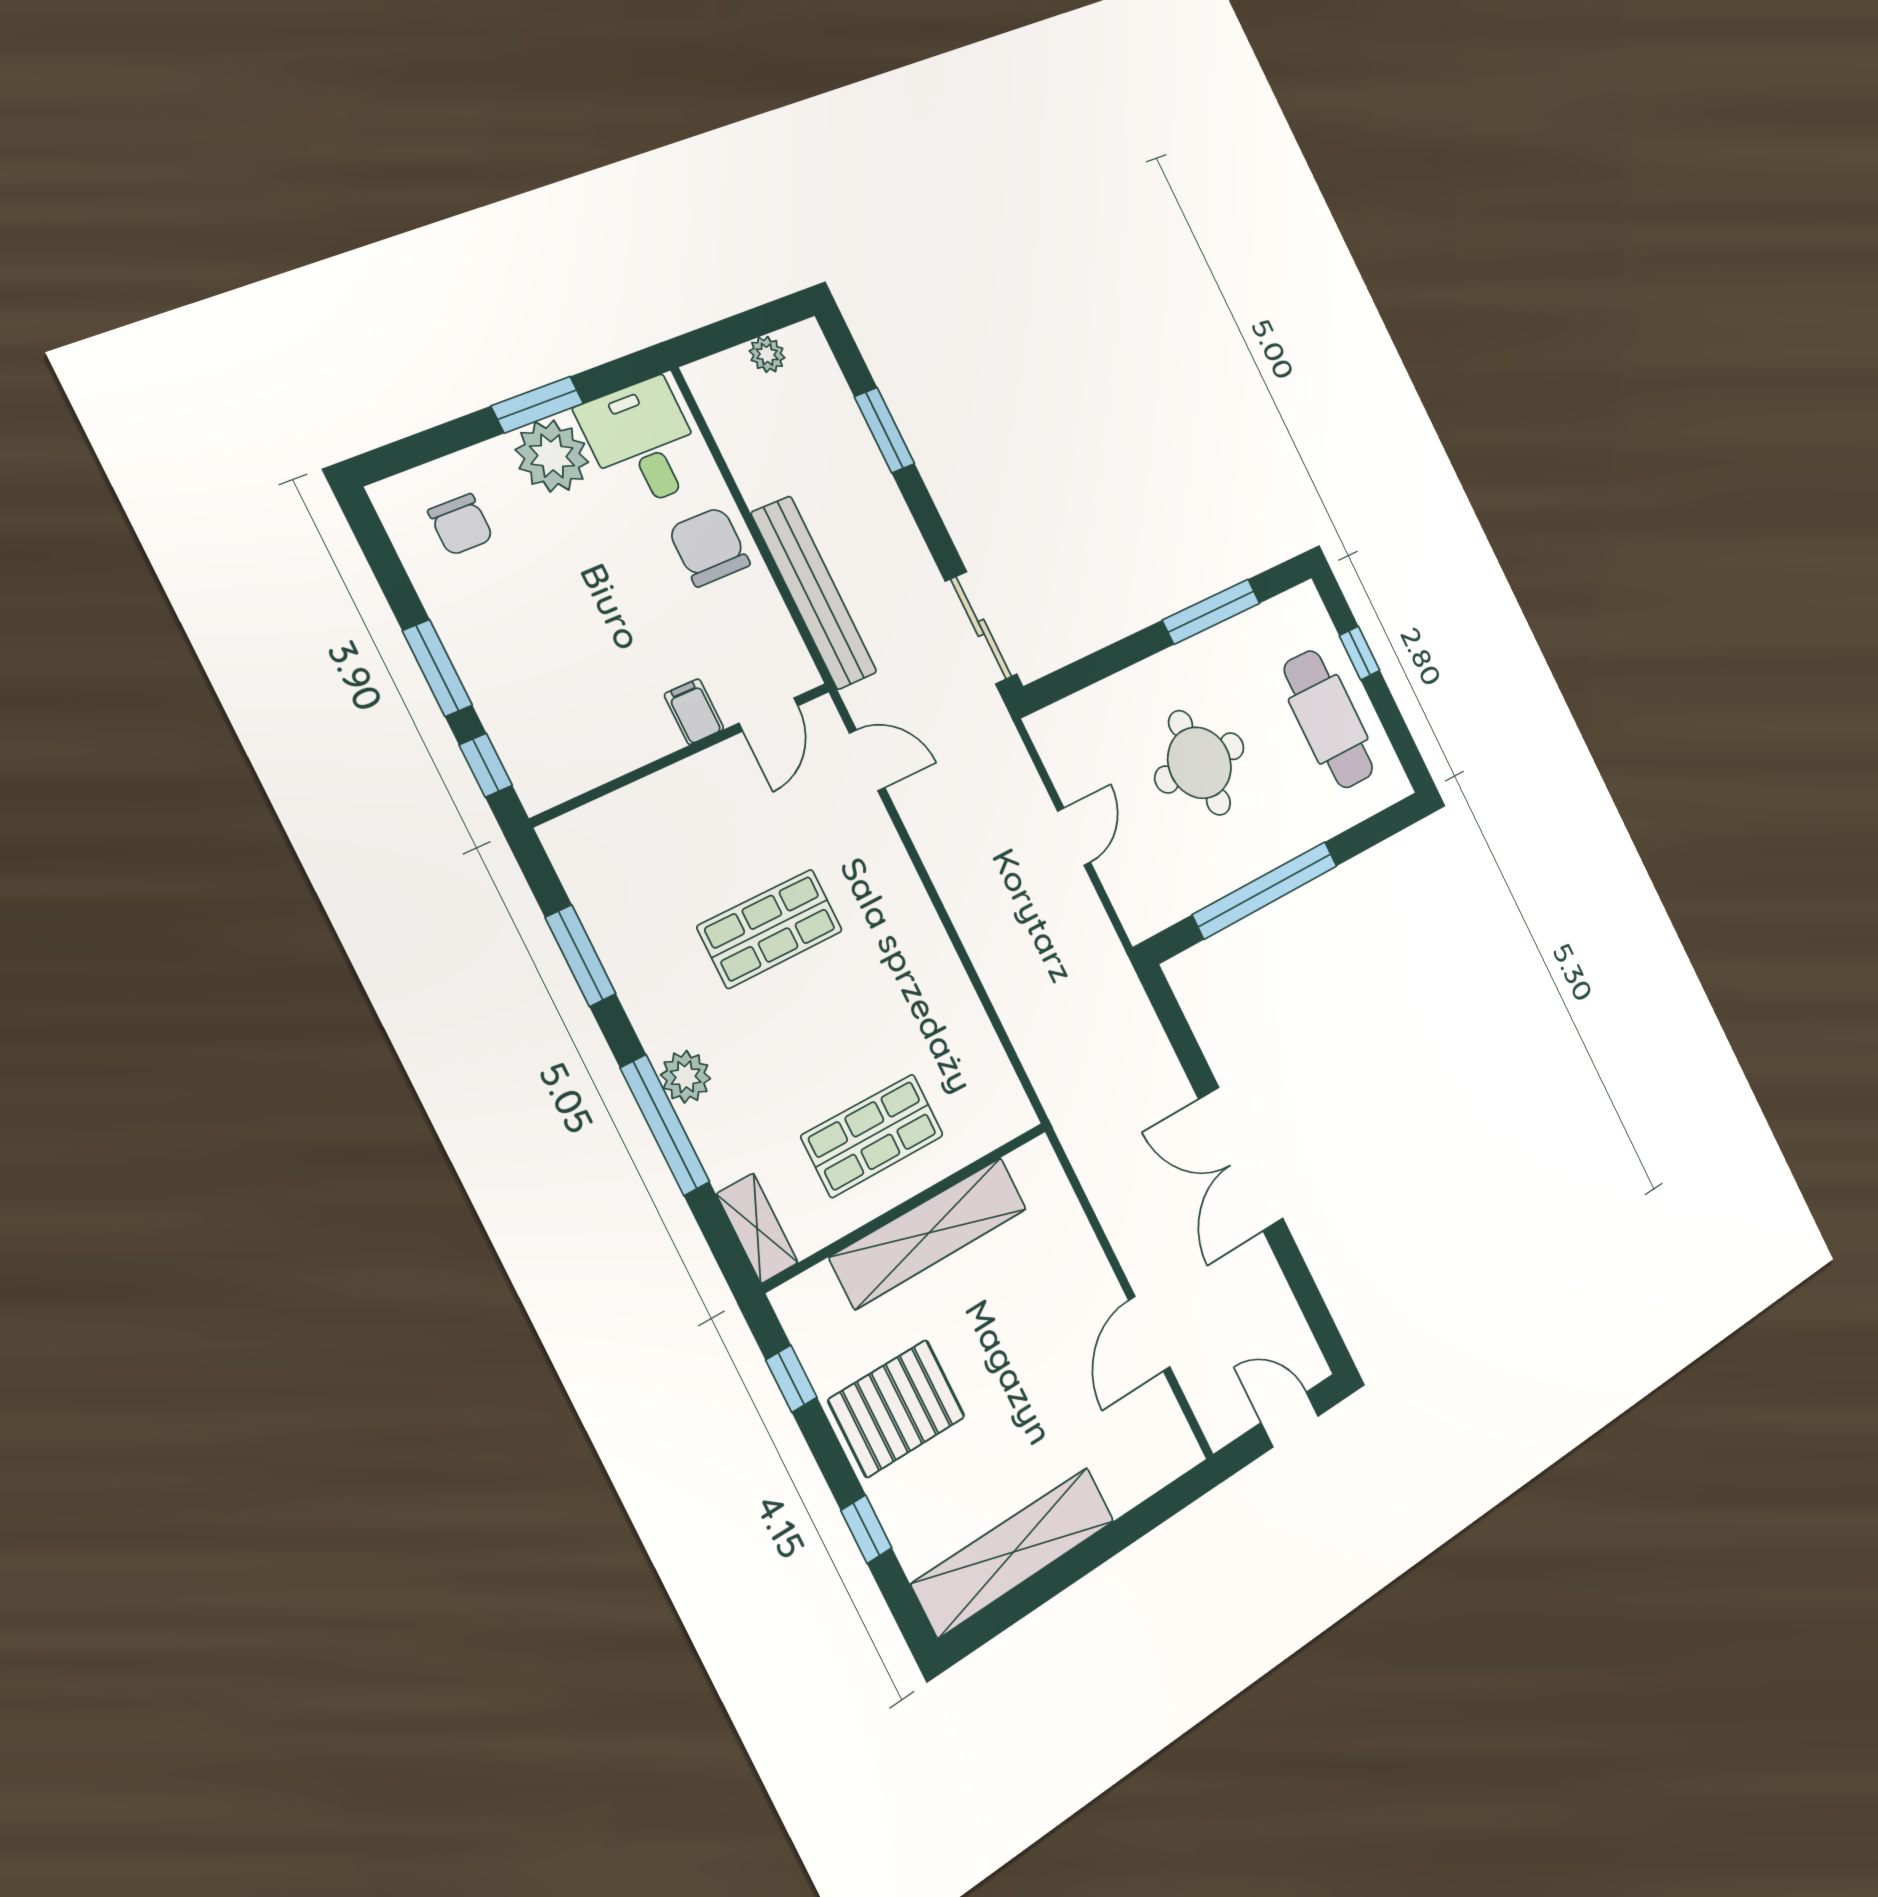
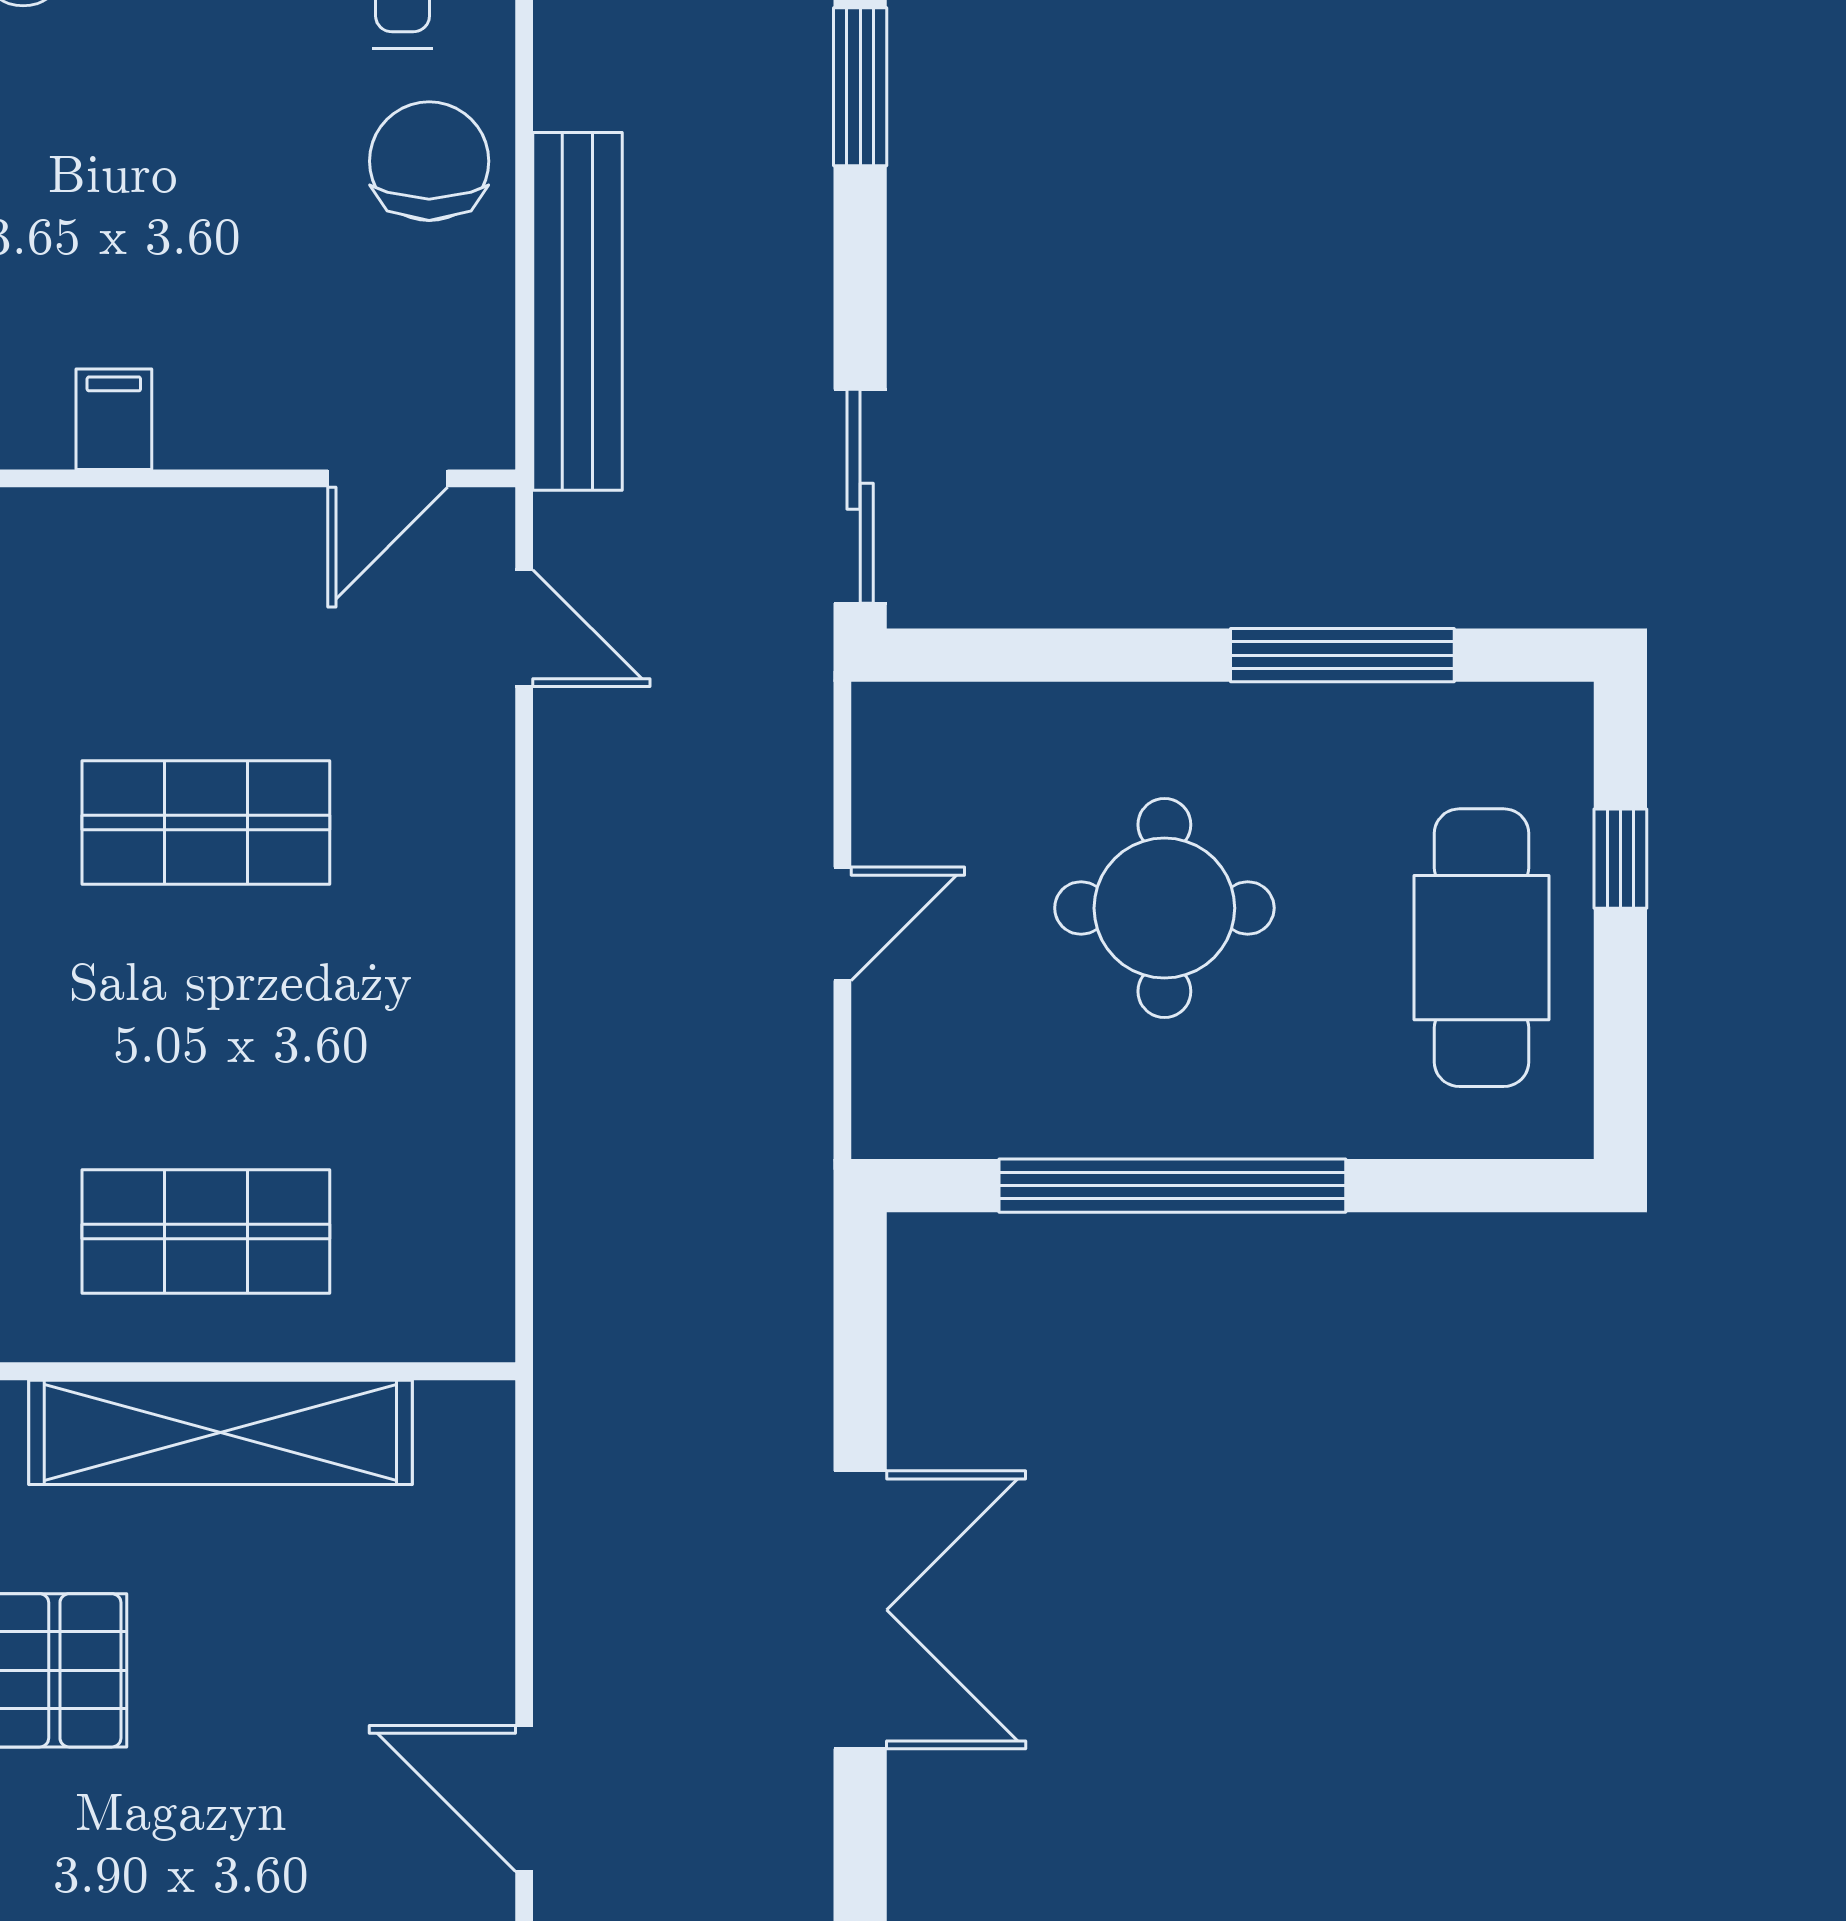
filing cabinet: (694, 712) -> (114, 419), moved
double door: (1241, 1159) -> (860, 1610), swing flipped
door: (1149, 1334) -> (524, 1798), hinge flipped

